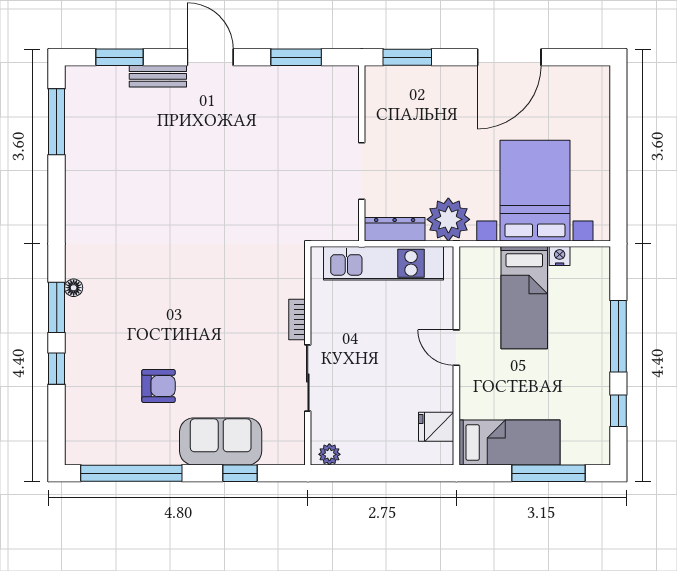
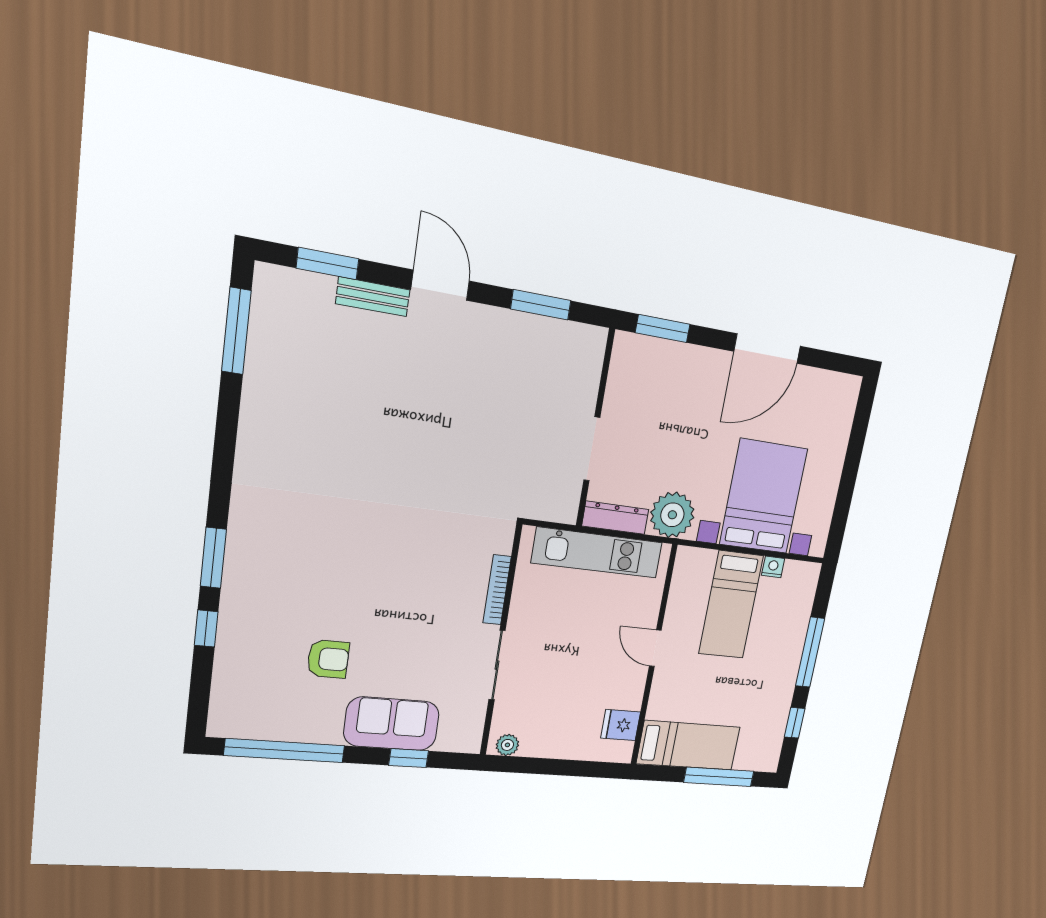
floor lamp: (74, 288) -> (237, 537), removed
bookcase: (297, 319) -> (497, 590), width x1.56

